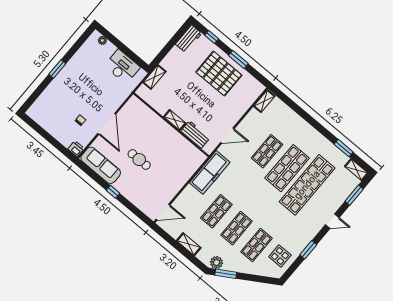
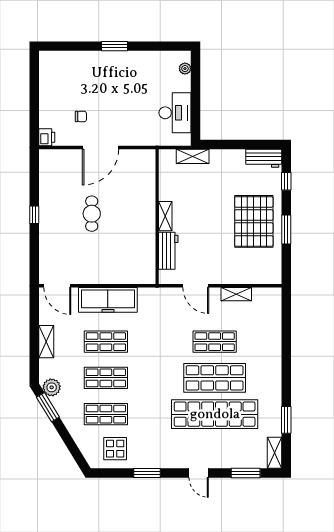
shelving: (264, 101) -> (236, 294), moved
sofa: (101, 165) -> (51, 178), removed
freezer: (210, 172) -> (108, 300), moved

